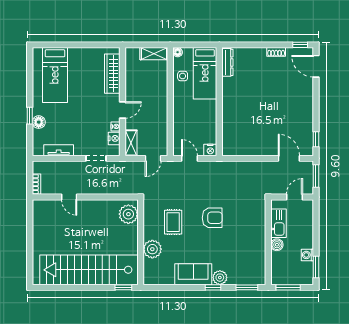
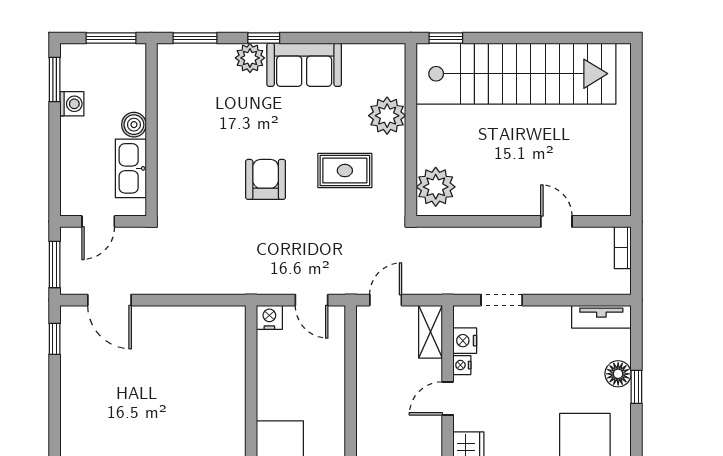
tv unit: (59, 150) -> (601, 317), moved
armchair: (212, 218) -> (266, 179), turned 90
rug: (173, 222) -> (345, 171), turned 90

